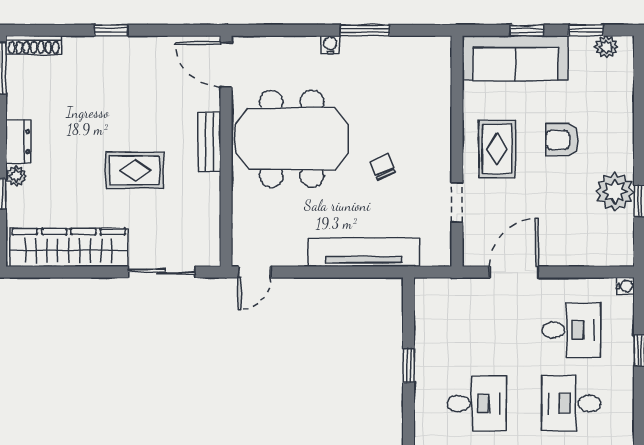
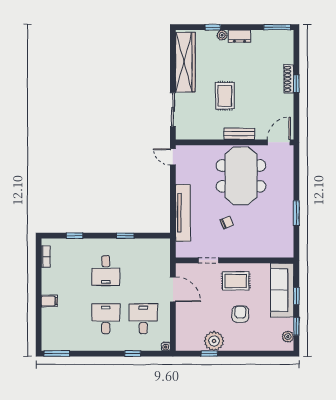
shoe rack: (34, 45) -> (289, 79), moved
water cooler: (330, 45) -> (289, 196), removed
desk: (571, 330) -> (143, 319), turned 180

